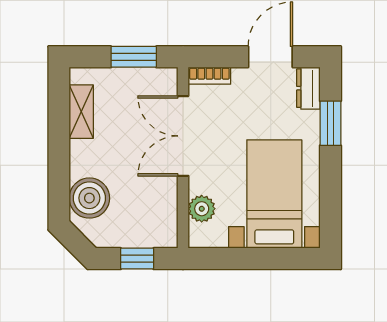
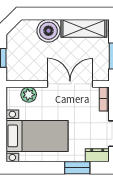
shelving: (81, 112) -> (84, 28), width x1.50, depth x1.33
boiler: (89, 198) -> (48, 31), moved

